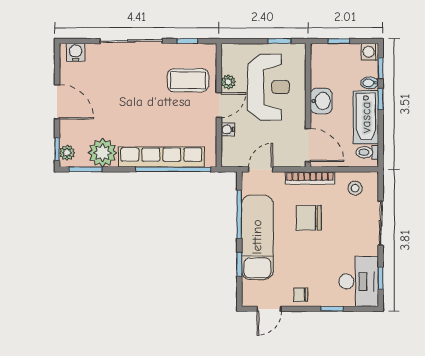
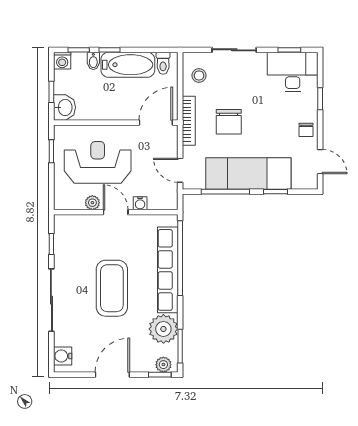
coffee table: (188, 80) -> (112, 288), moved, width x1.36, depth x1.32
washbasin: (321, 101) -> (65, 107), moved, turned 90

